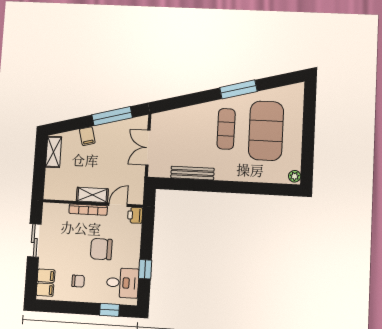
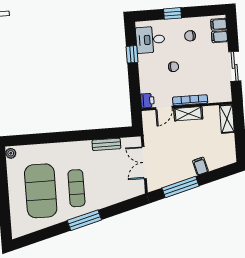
window: (238, 89) -> (84, 220), moved
double door: (148, 148) -> (144, 163), swing flipped
shelving: (54, 152) -> (227, 119), moved
bench: (192, 173) -> (106, 144), width x0.73
chair: (101, 249) -> (173, 67), width x0.54, depth x0.54
window: (109, 310) -> (172, 13), moved

